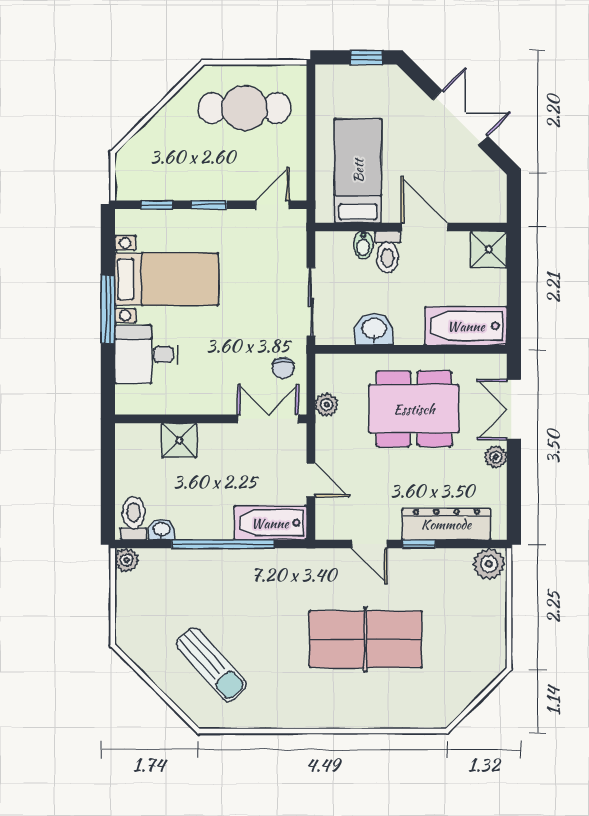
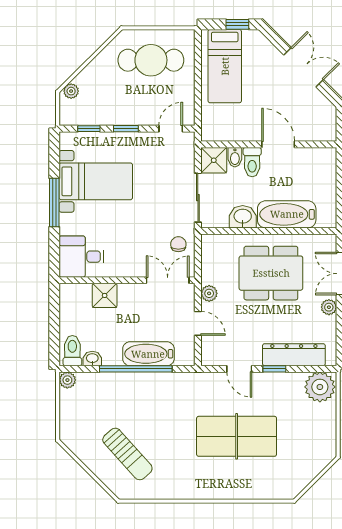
plant: (132, 152) -> (71, 91), added
bed: (358, 171) -> (225, 66), moved, turned 180
shower: (489, 249) -> (214, 160), moved
bathtub: (466, 326) -> (287, 214), moved
desk: (146, 354) -> (81, 257), moved
chair: (283, 368) -> (178, 244), turned 180
plant: (327, 405) -> (209, 293), moved
bathtub: (270, 523) -> (148, 354), moved
plant: (489, 564) -> (320, 387), width x1.36, depth x1.36

